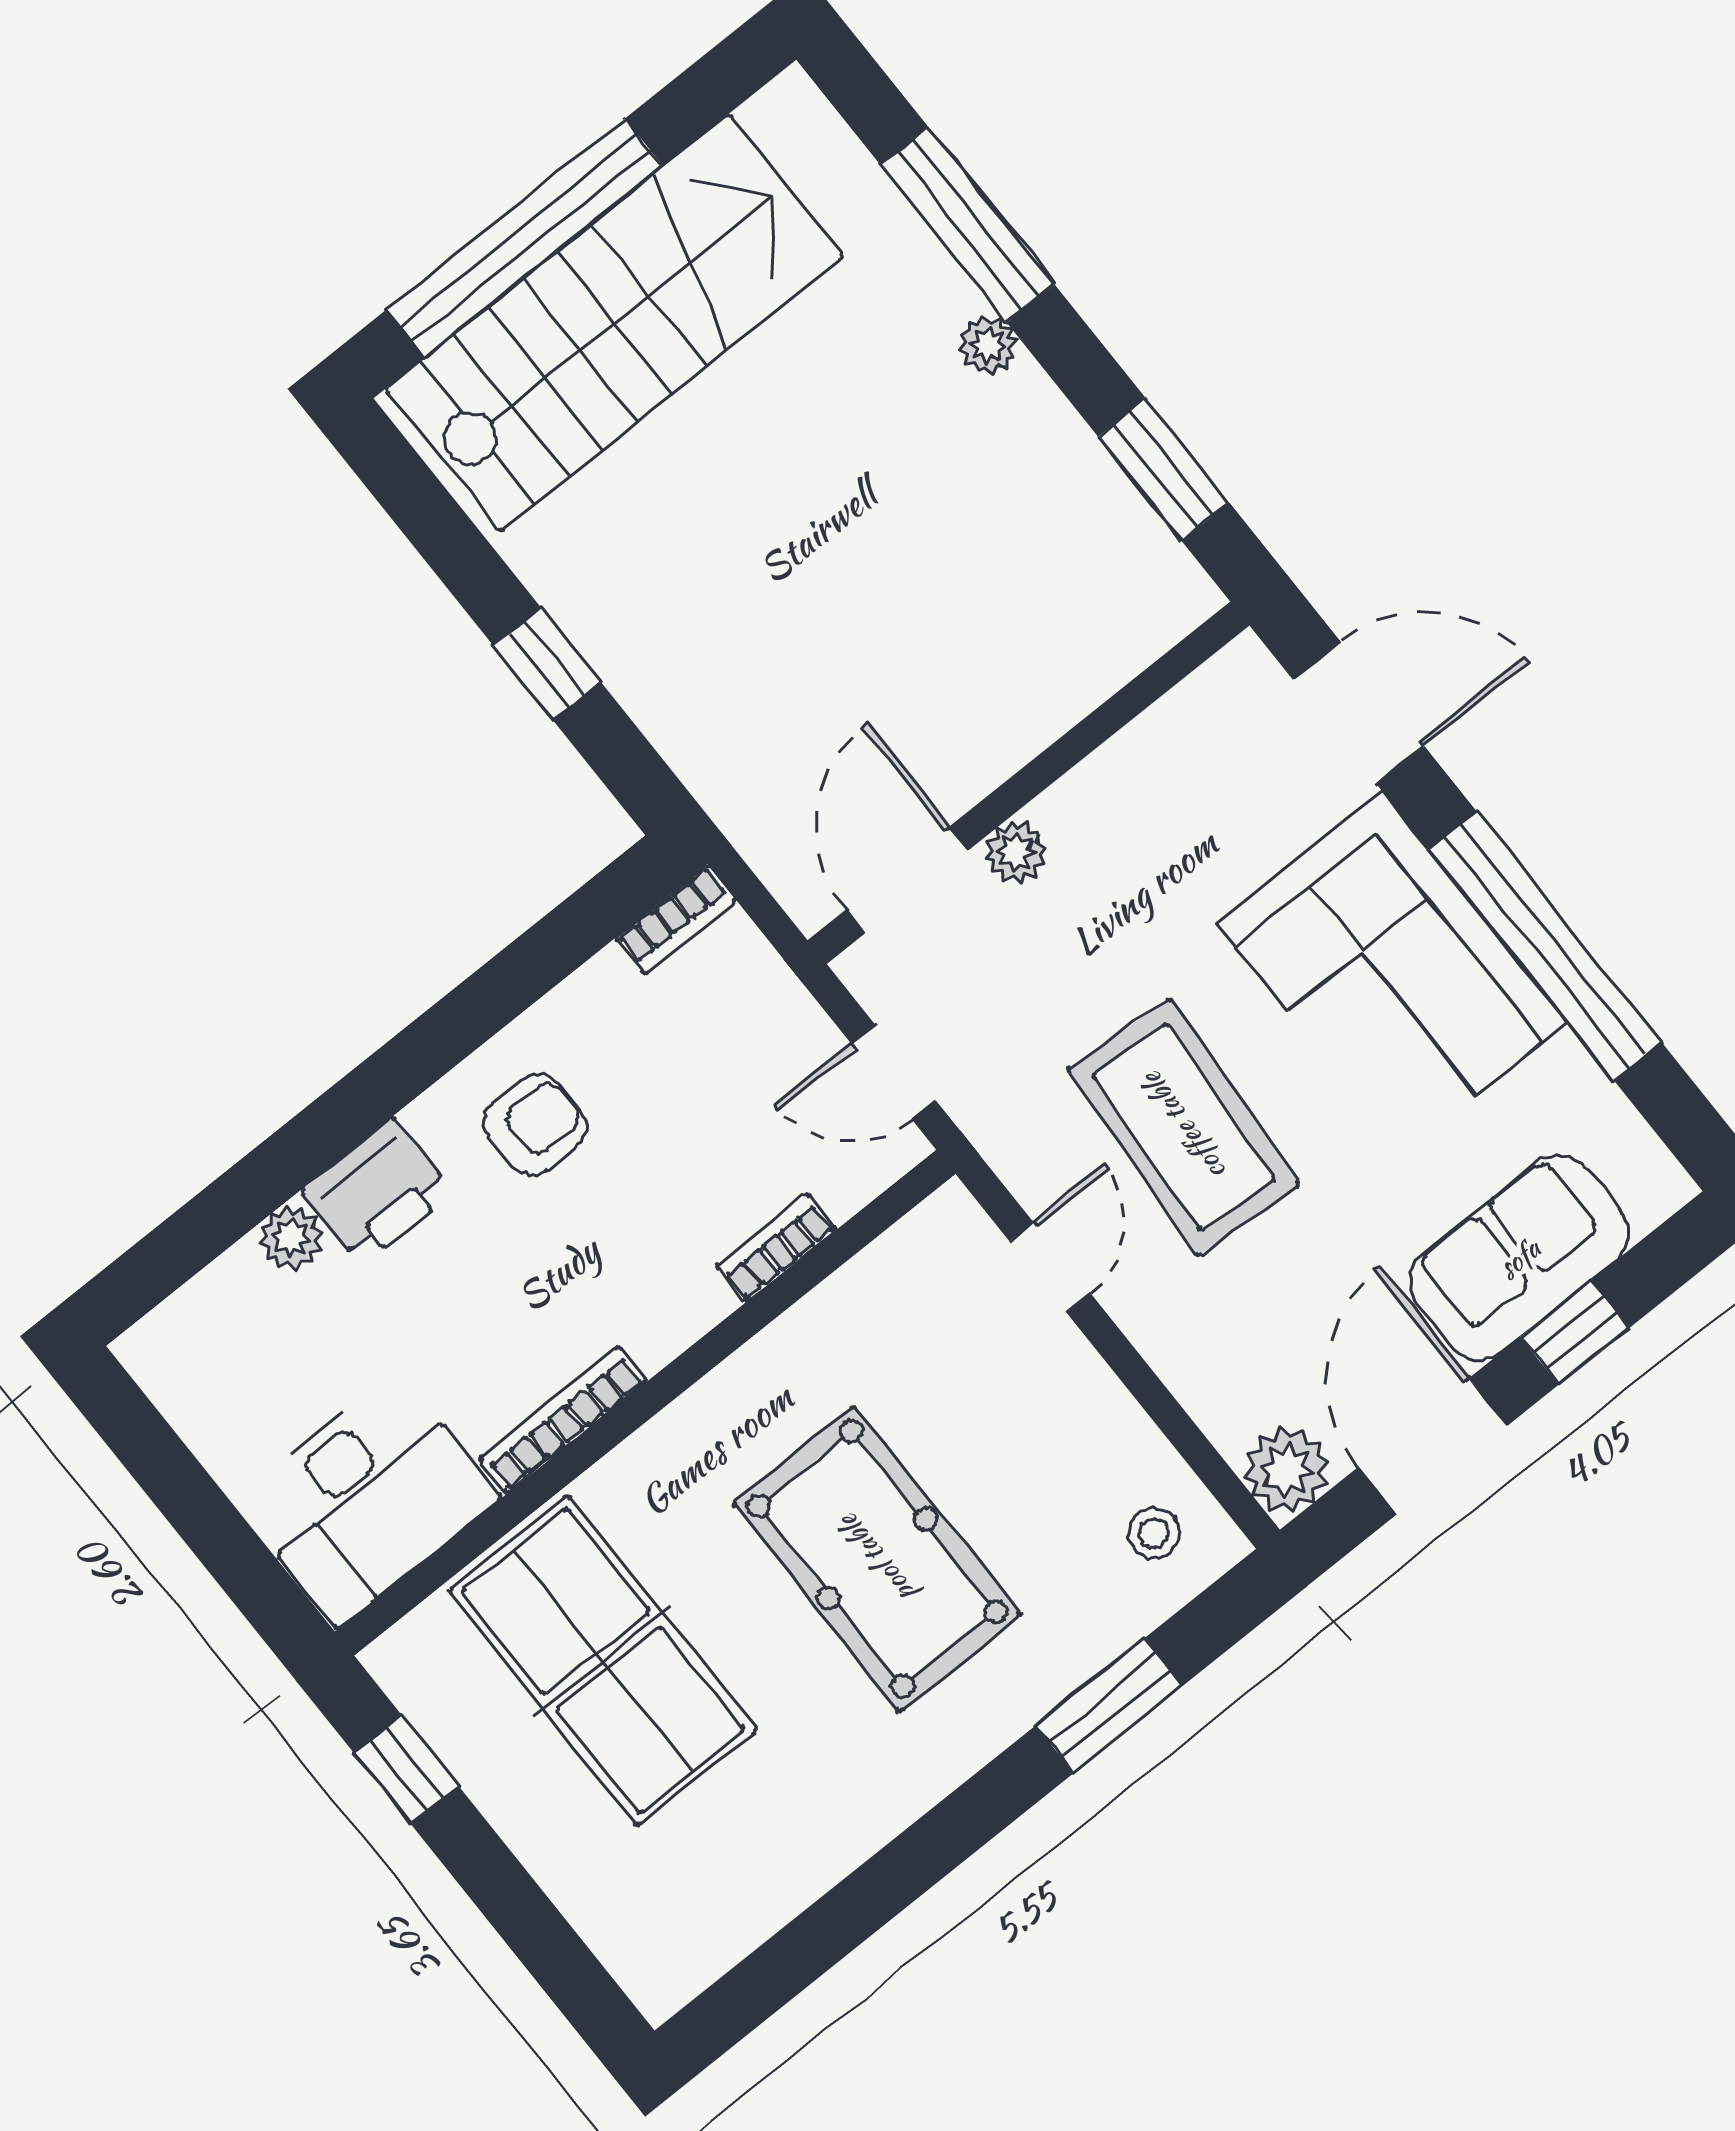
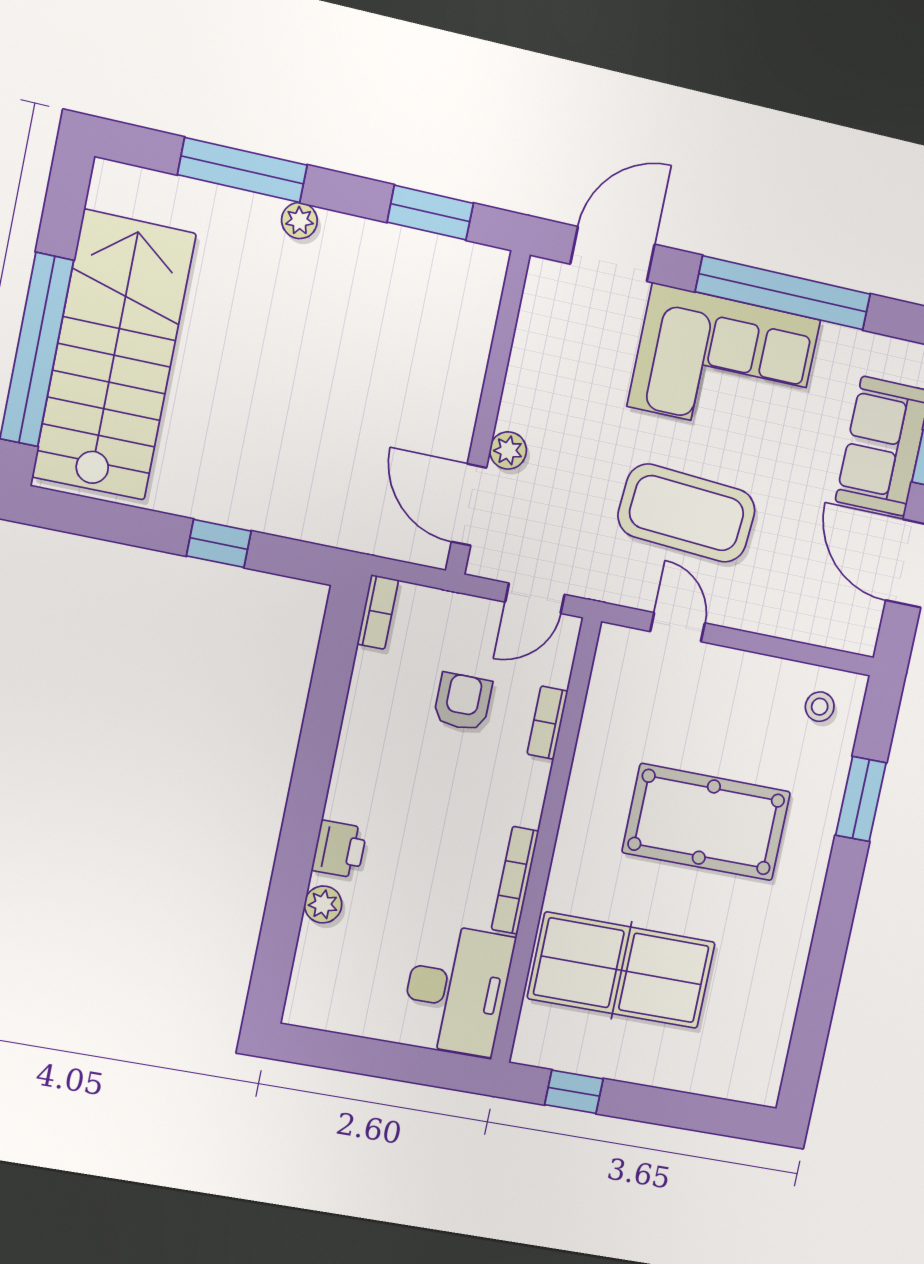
armchair: (535, 1125) -> (463, 702), moved
printer: (377, 1191) -> (339, 849), width x0.73, depth x0.81
plant: (1286, 1470) -> (856, 629), removed

